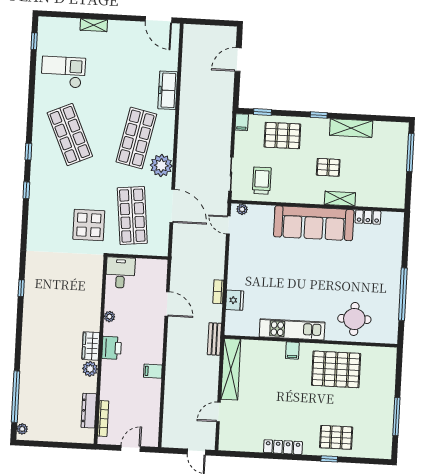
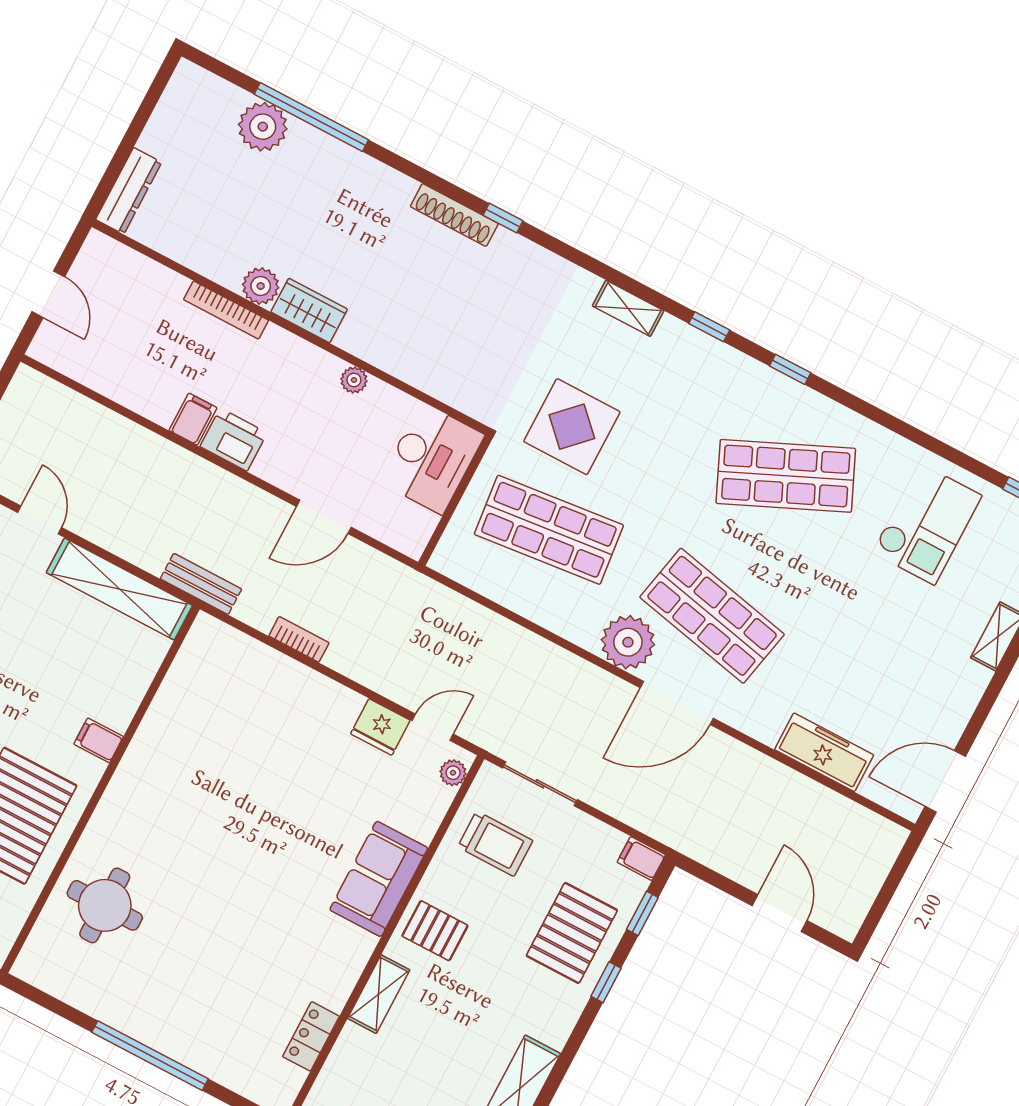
freezer: (168, 90) -> (824, 752), moved
window: (319, 115) -> (606, 982), moved
pallet: (328, 167) -> (435, 931), moved, turned 90
door: (172, 206) -> (677, 703), moved
sofa: (314, 223) -> (379, 879), width x0.54, depth x0.79
shelving: (34, 224) -> (628, 308), added
desk: (120, 273) -> (432, 458), width x1.37
window: (403, 294) -> (150, 1056), moved
fridge: (235, 300) -> (380, 727), moved
shoe rack: (29, 307) -> (454, 215), added
kitchen unit: (292, 329) -> (144, 761), removed
printer: (112, 348) -> (234, 440), moved, turned 180
window: (16, 397) -> (311, 117), moved
dresser: (89, 411) -> (129, 191), moved, turned 90
bookcase: (103, 419) -> (226, 310), moved
plant: (22, 429) -> (263, 127), moved, width x1.87, depth x1.87

